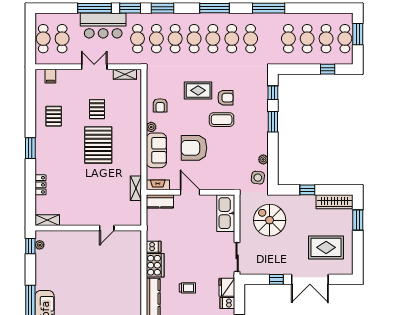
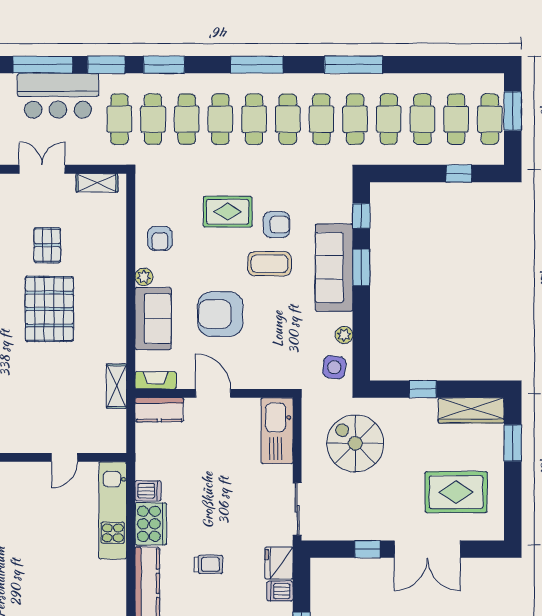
cafe table: (269, 39) -> (355, 119), added
sofa: (258, 122) -> (334, 268), added
kitchen unit: (134, 258) -> (113, 510), added

